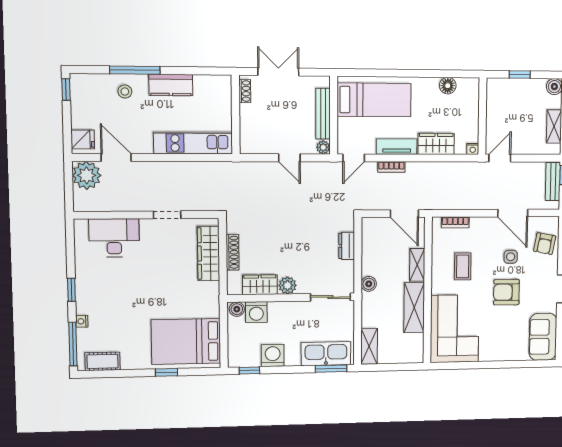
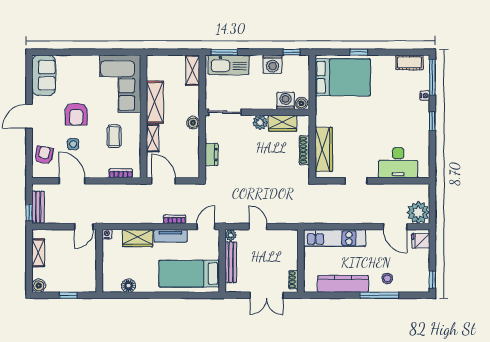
kitchen counter: (171, 85) -> (343, 284), width x1.50
armchair: (506, 292) -> (76, 114), turned 90

